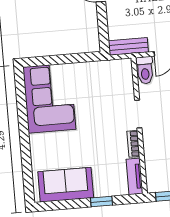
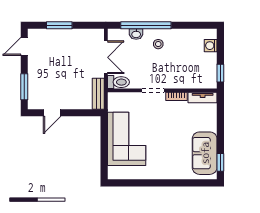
corner sofa: (49, 98) -> (127, 139), moved, turned 90
window: (102, 201) -> (220, 162), moved

